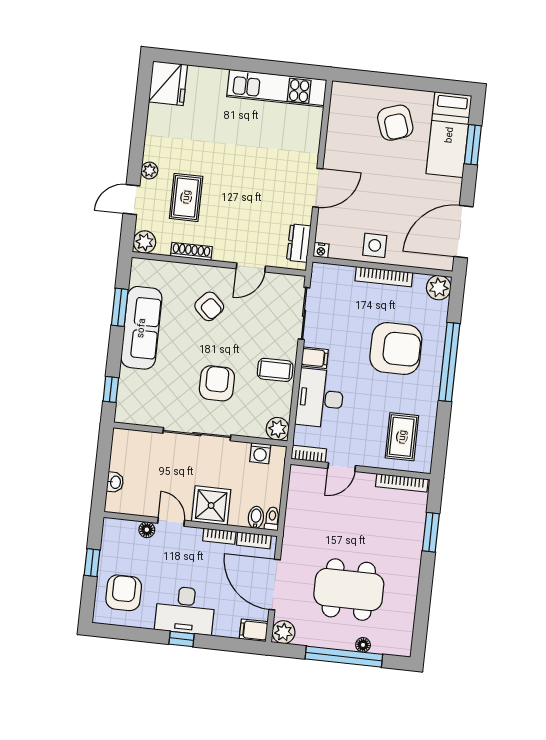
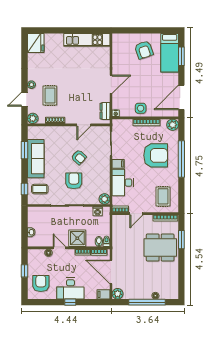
armchair: (209, 306) -> (79, 157), moved
coffee table: (275, 370) -> (40, 189), moved
dining table: (349, 590) -> (160, 248), moved

